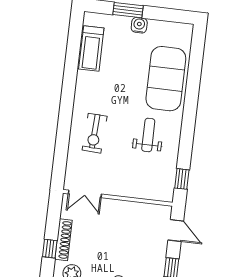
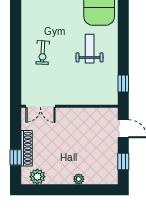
exercise bike: (95, 133) -> (43, 53), width x0.73, depth x0.72

